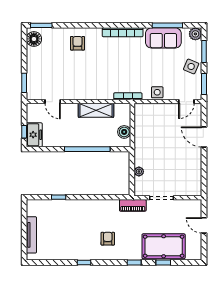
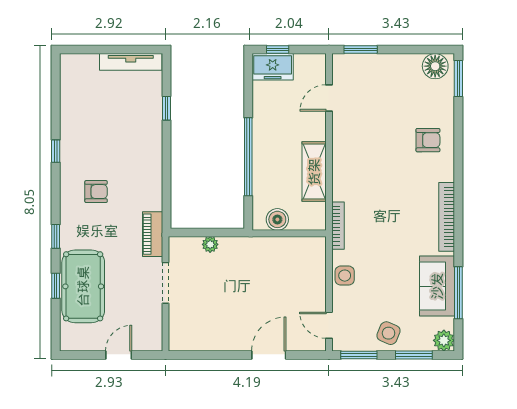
tv unit: (31, 235) -> (131, 62), moved

